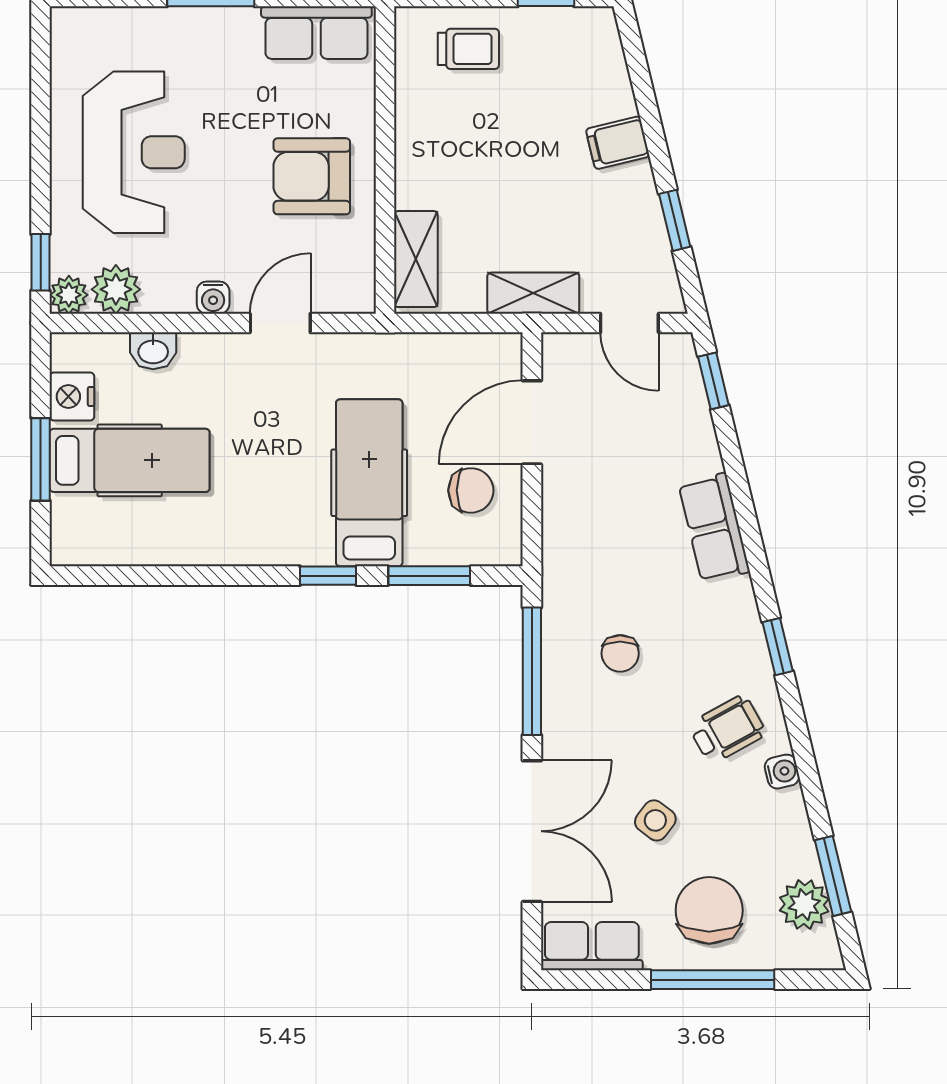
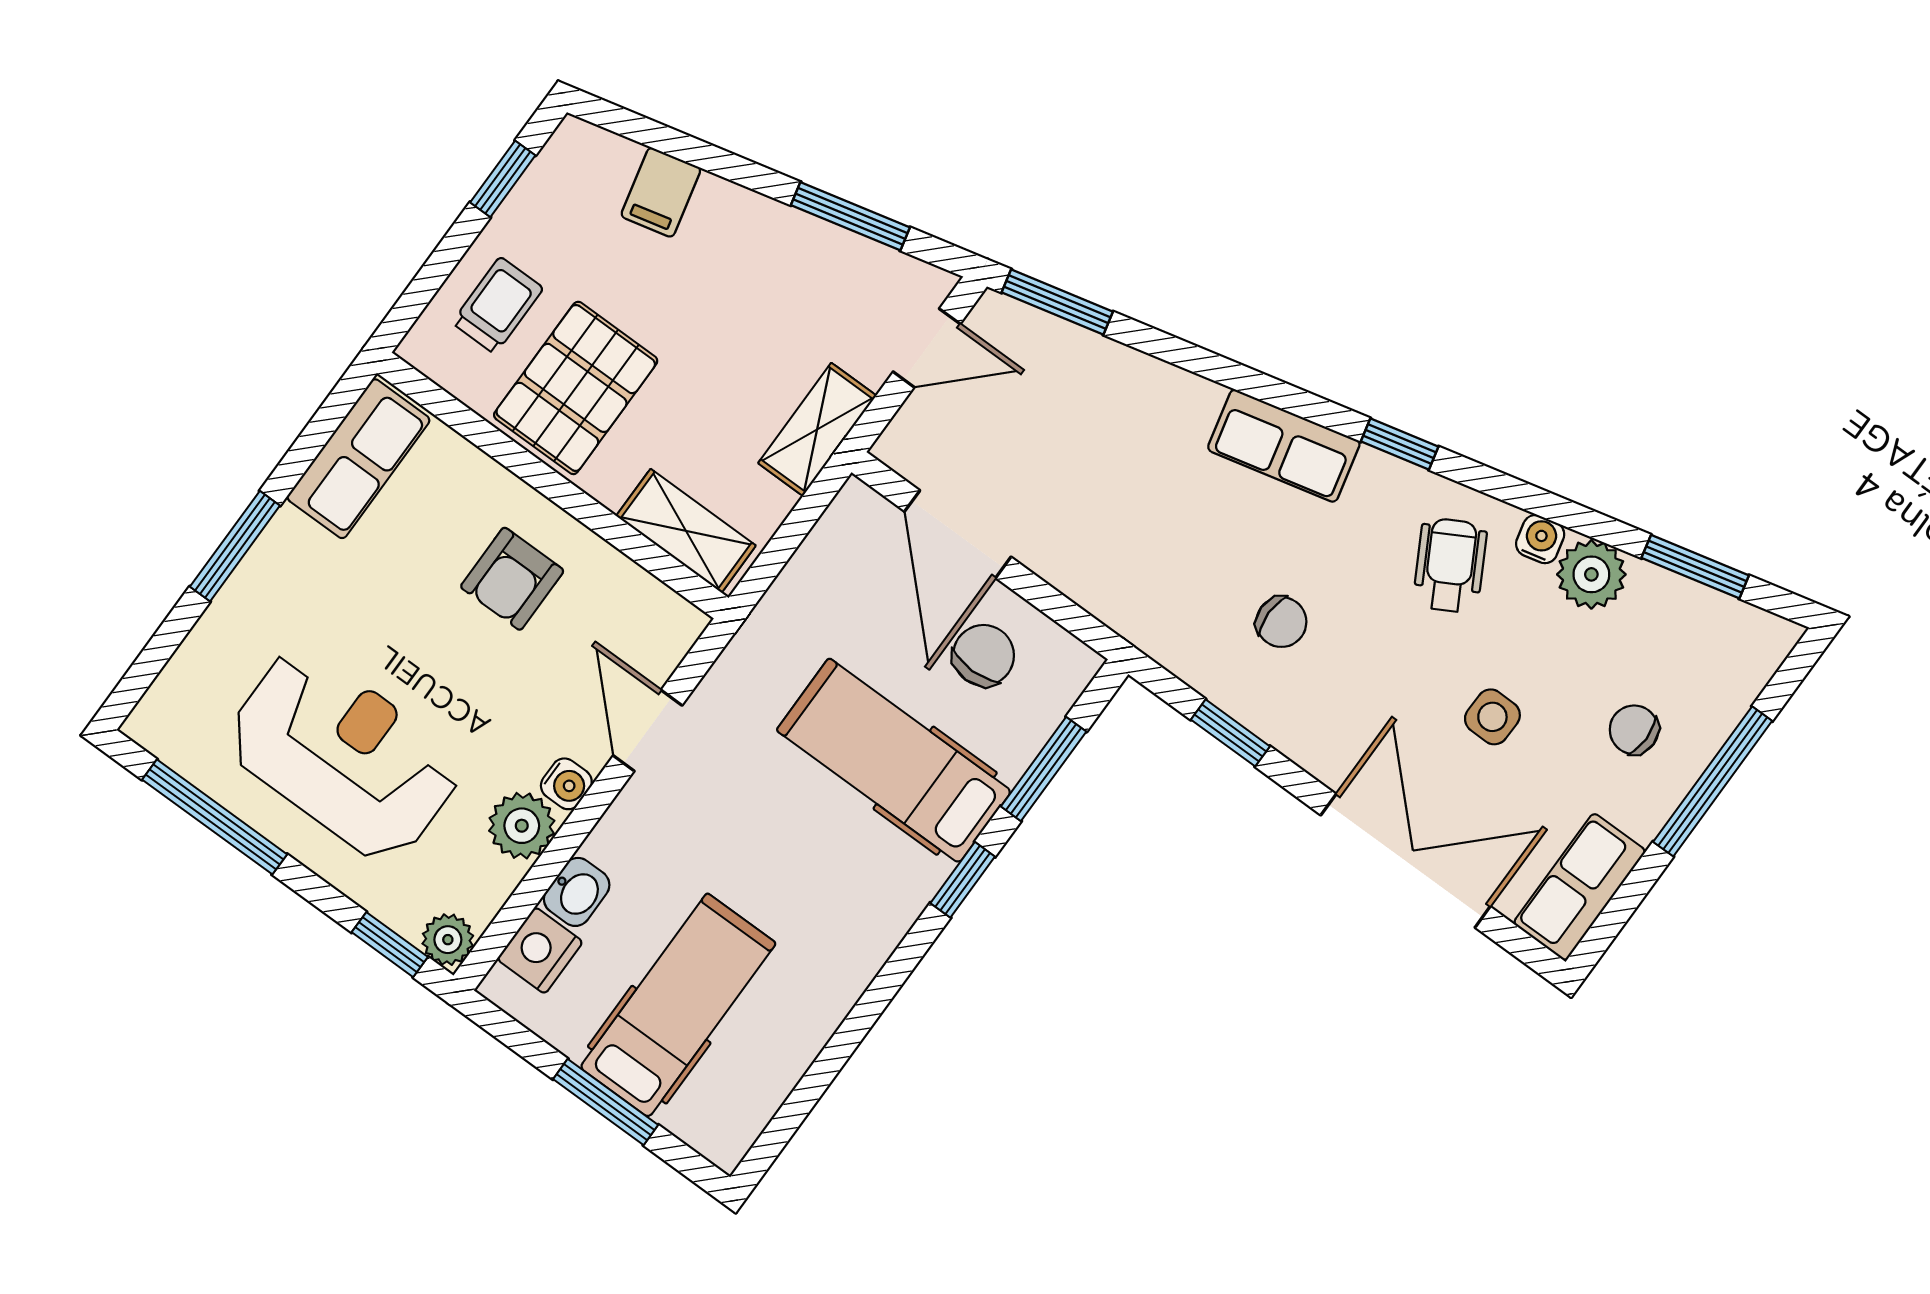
window: (41, 103) -> (215, 817), added
pallet: (453, 131) -> (576, 388), added
filing cabinet: (618, 143) -> (661, 192), moved
armchair: (312, 176) -> (512, 579), width x0.72, depth x0.72
window: (675, 220) -> (850, 216), width x1.50
plant: (116, 289) -> (522, 826), moved
window: (713, 381) -> (1057, 302), width x1.50
nightstand: (72, 397) -> (540, 950), moved, turned 90
row of seats: (714, 528) -> (1284, 446), moved
window: (532, 671) -> (1230, 733), width x0.46
side table: (655, 820) -> (1492, 717), turned -36
plant: (804, 905) -> (1591, 574), moved
chair: (709, 910) -> (1634, 730), width x0.54, depth x0.54

